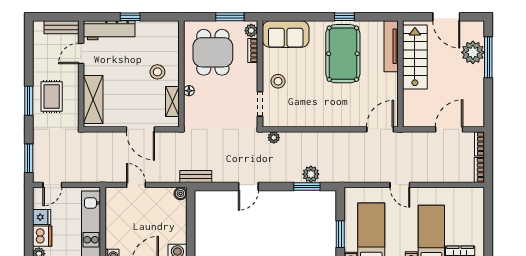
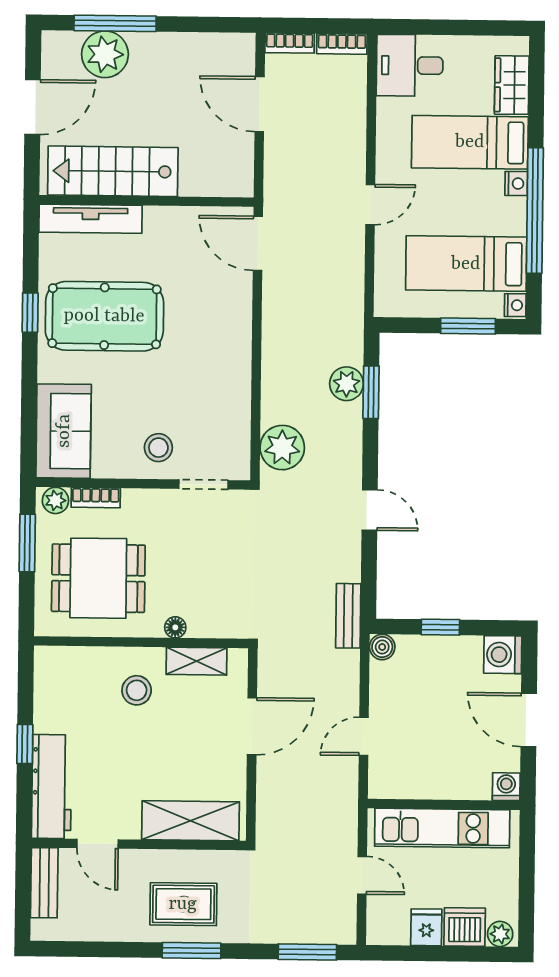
plant: (274, 138) -> (282, 448), width x1.88, depth x1.88
door: (52, 185) -> (362, 875), moved
desk: (469, 204) -> (410, 65), added
window: (191, 222) -> (440, 627), added

